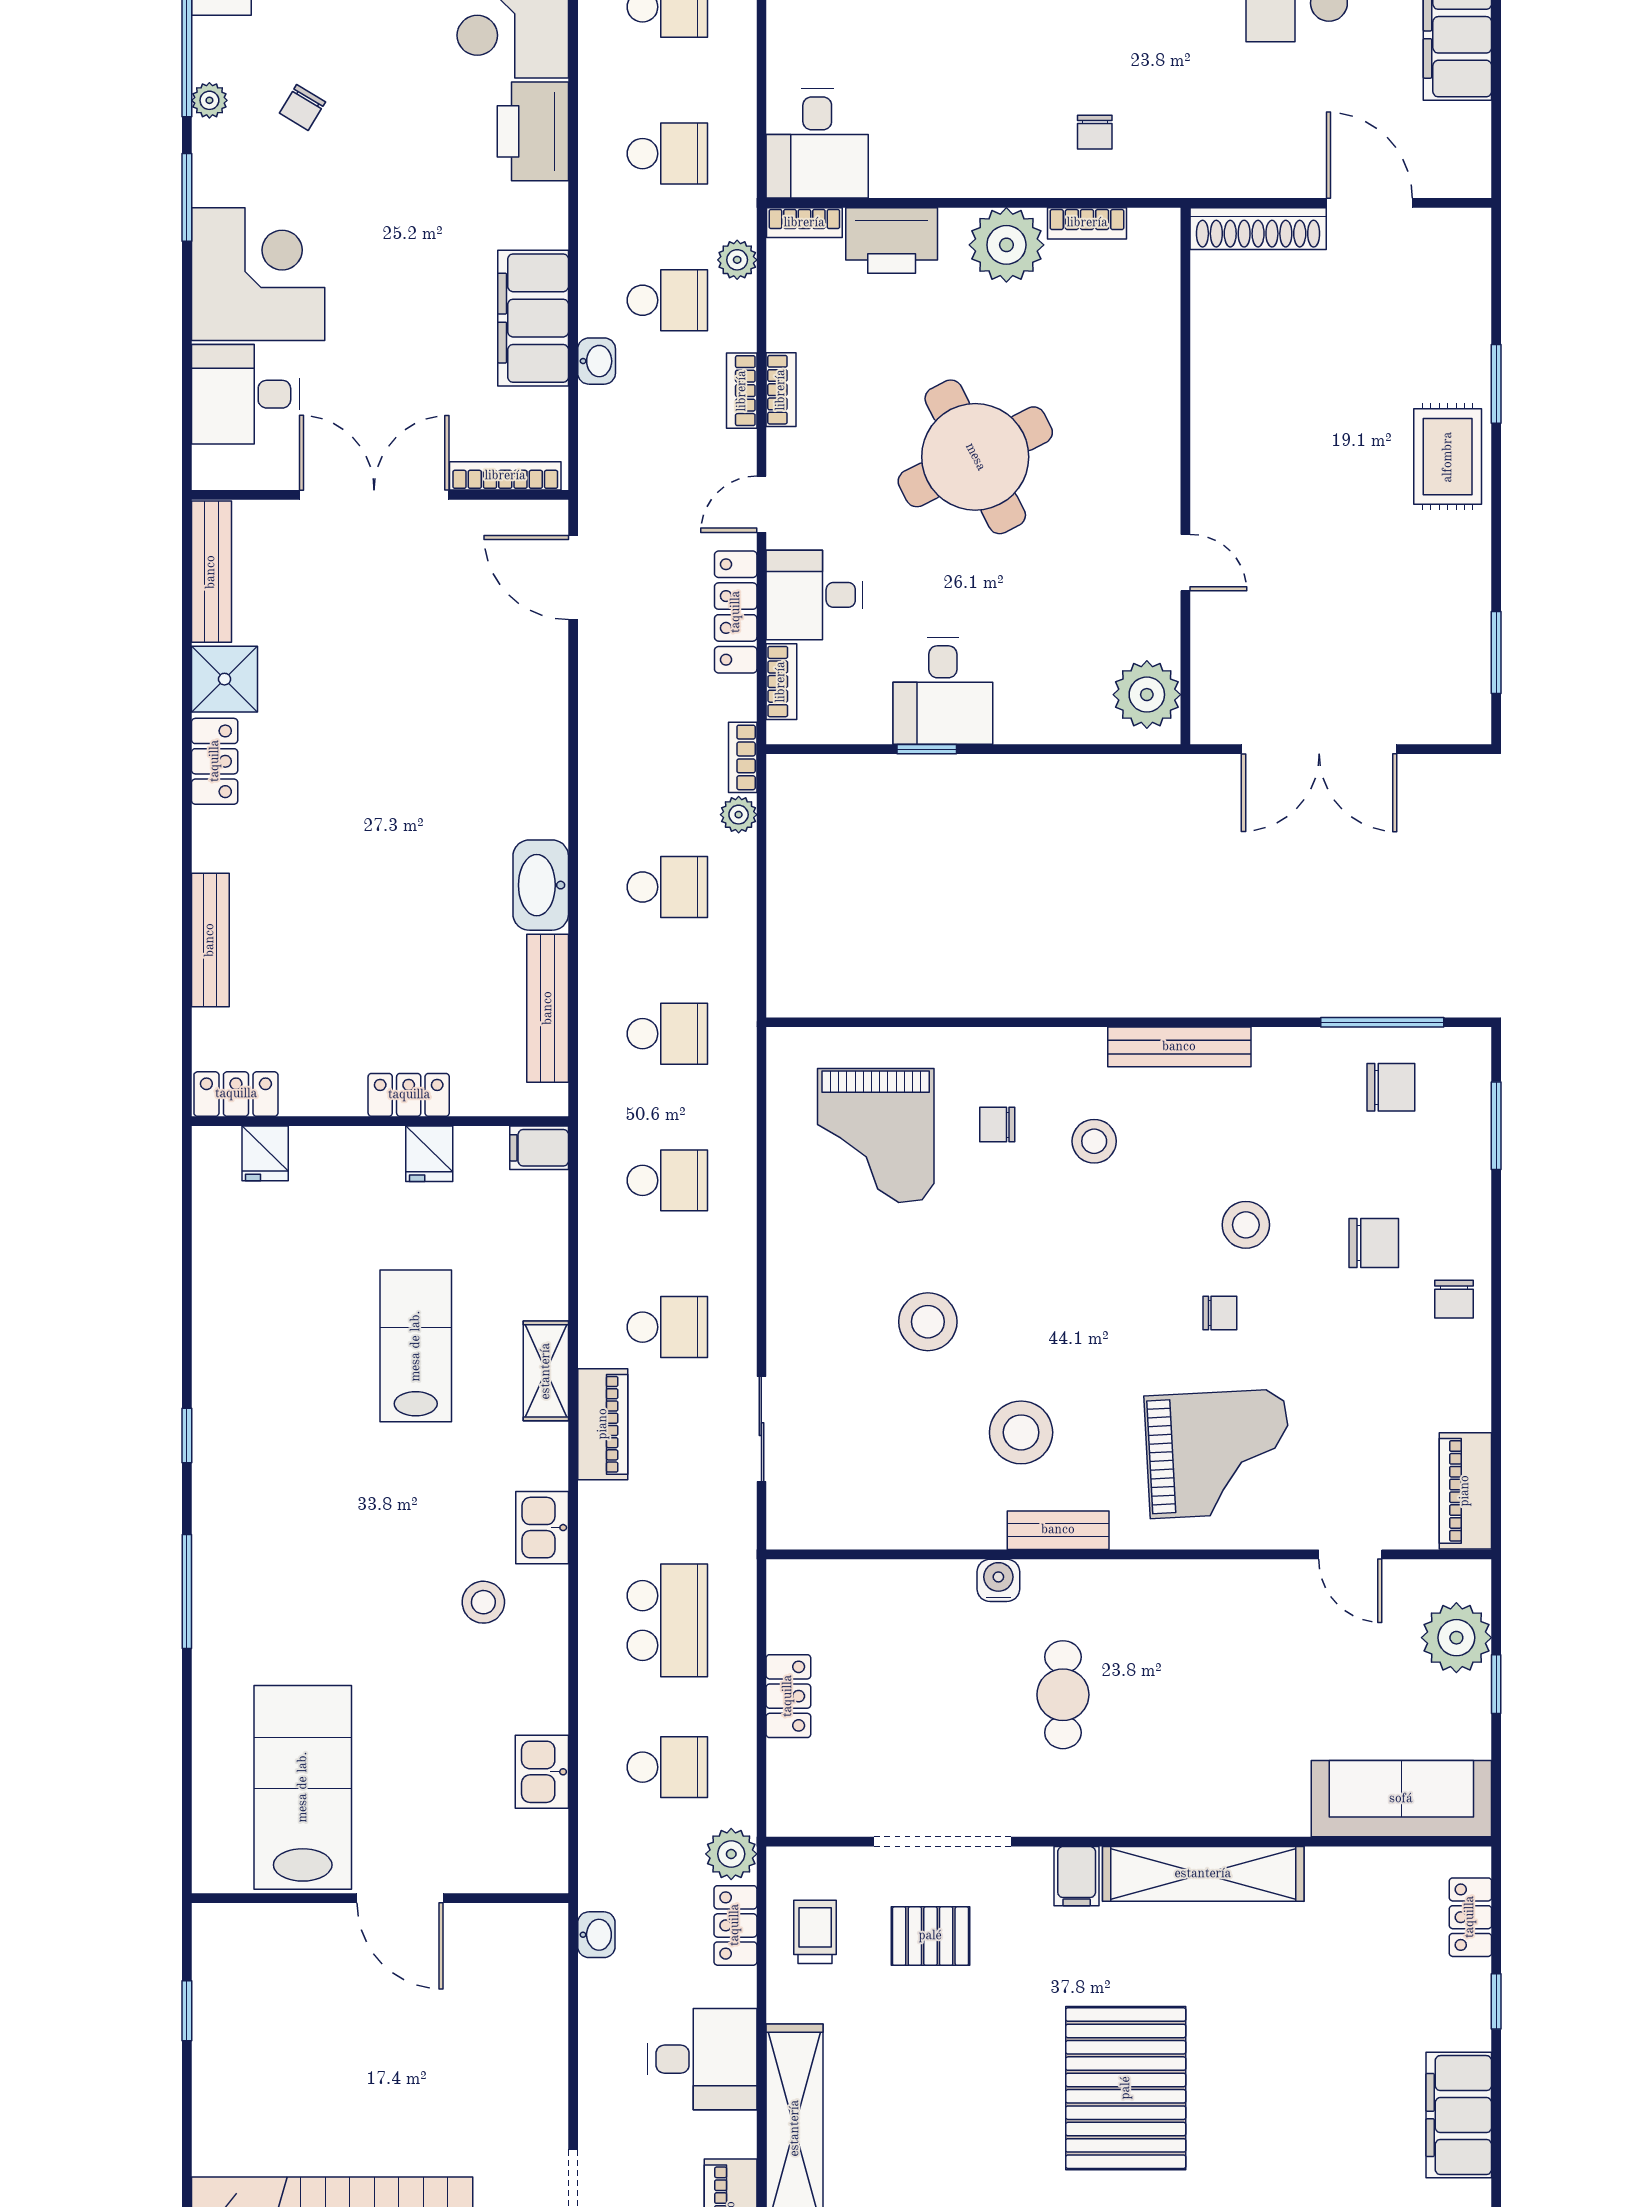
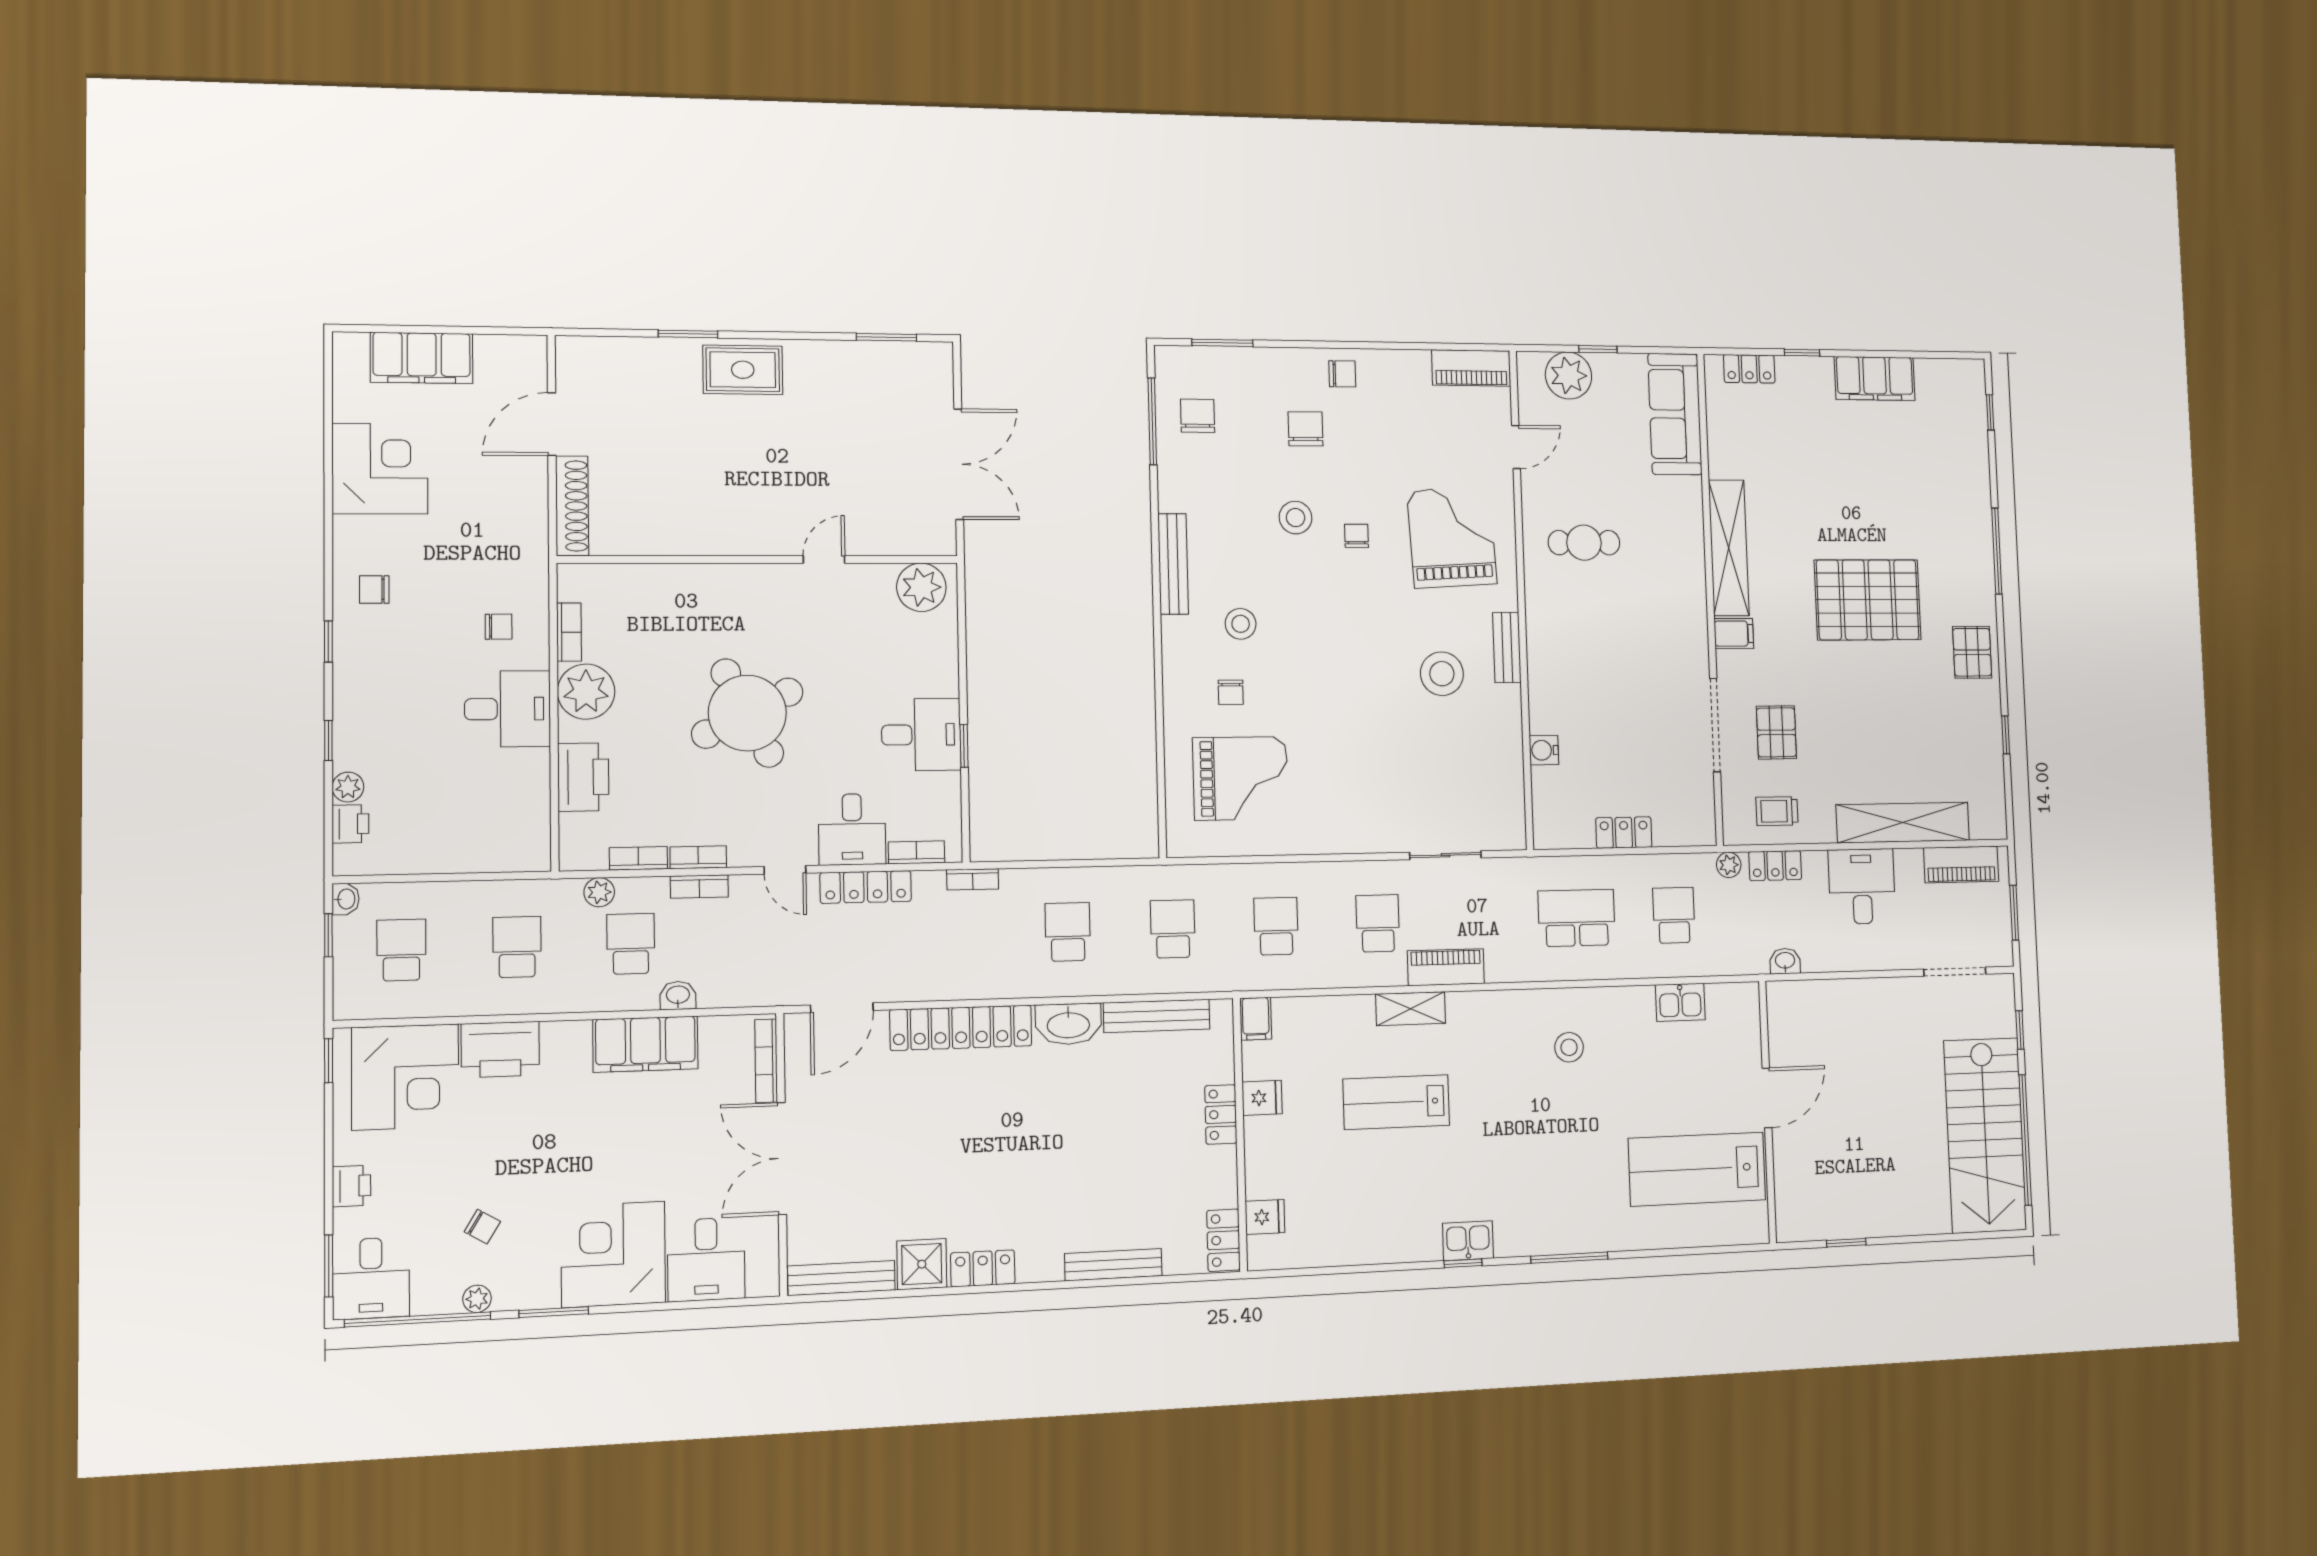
desk: (817, 143) -> (507, 709), moved
bookcase: (804, 223) -> (638, 858), moved, turned -90
locker: (541, 738) -> (961, 1028), added
plant: (739, 815) -> (1014, 881), removed
stool: (928, 1322) -> (1369, 740), removed
kitchen sink: (542, 1528) -> (1468, 1241), moved, turned 180
water cooler: (998, 1580) -> (1544, 750), moved
cafe table: (1063, 1695) -> (1584, 543), moved
plant: (731, 1854) -> (1729, 865), width x0.73, depth x0.73

